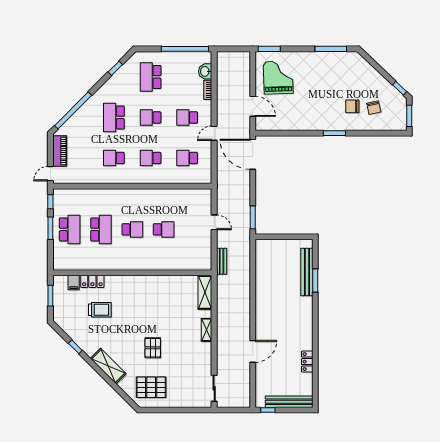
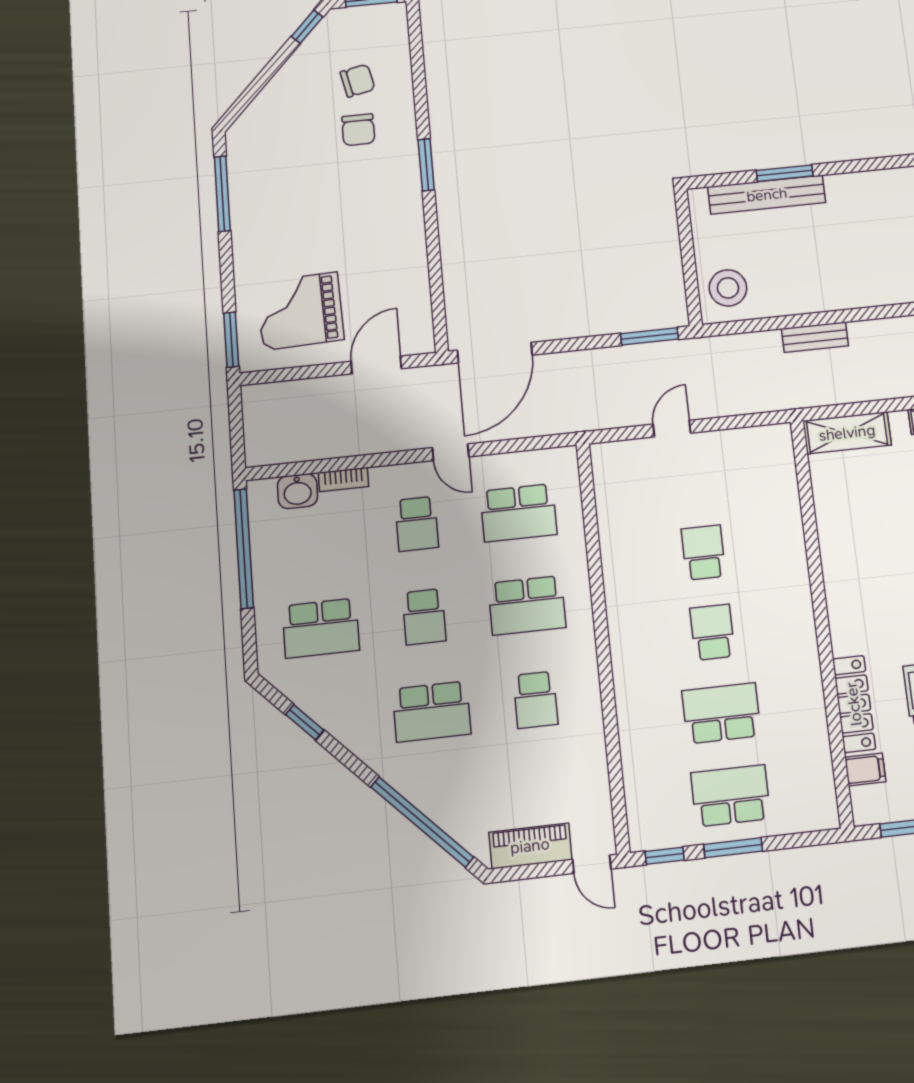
school desk: (151, 158) -> (527, 605), width x1.85
school desk: (187, 158) -> (519, 513), width x1.85
stool: (269, 251) -> (728, 288), added
bench: (222, 261) -> (815, 337), moved
locker: (92, 281) -> (854, 704), width x1.53

